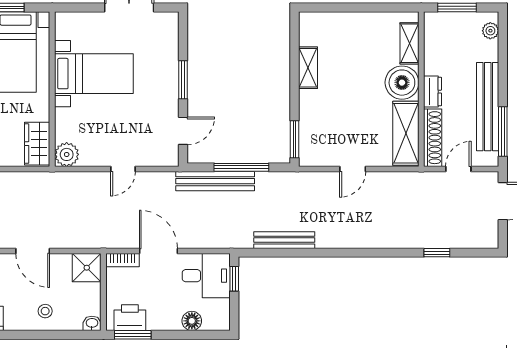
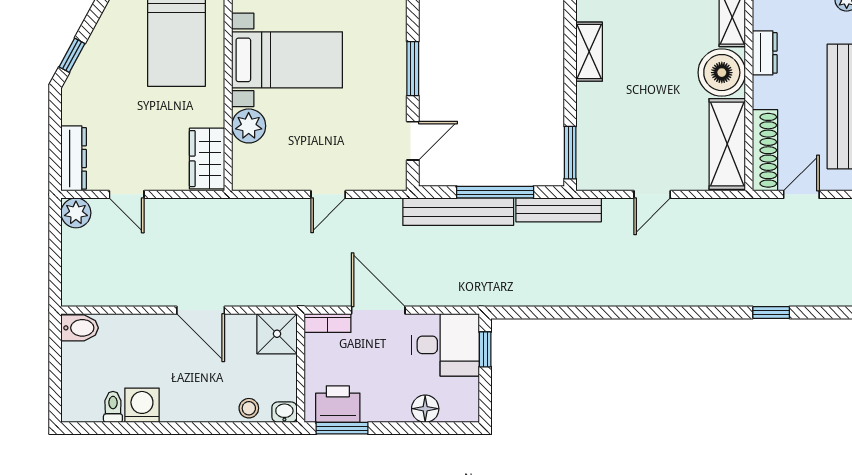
dresser: (432, 92) -> (765, 53), moved
plant: (67, 154) -> (249, 126), moved
bench: (284, 240) -> (559, 210), moved
stool: (45, 311) -> (249, 408), moved

